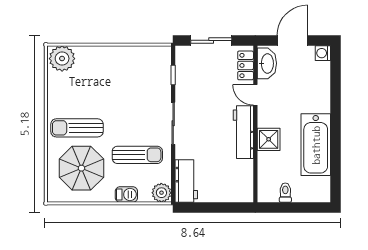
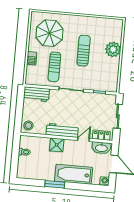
plant: (62, 59) -> (113, 49), moved
sun lounger: (77, 128) -> (84, 51), moved
window: (335, 136) -> (55, 184), added
bathtub: (316, 145) -> (74, 174), moved
stool: (240, 190) -> (28, 125), added
plant: (161, 193) -> (31, 79), removed

